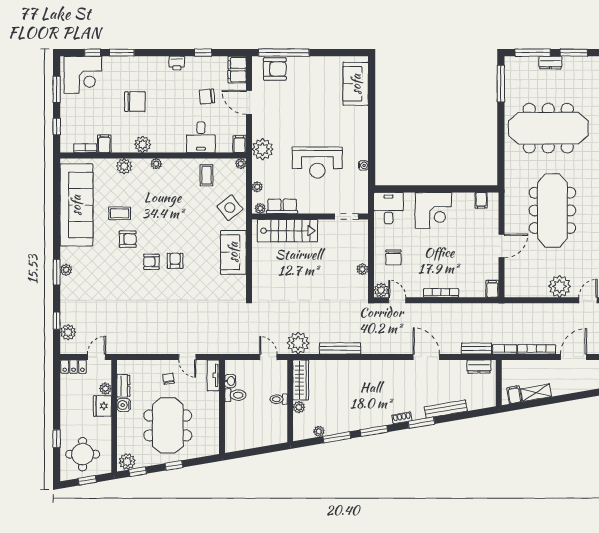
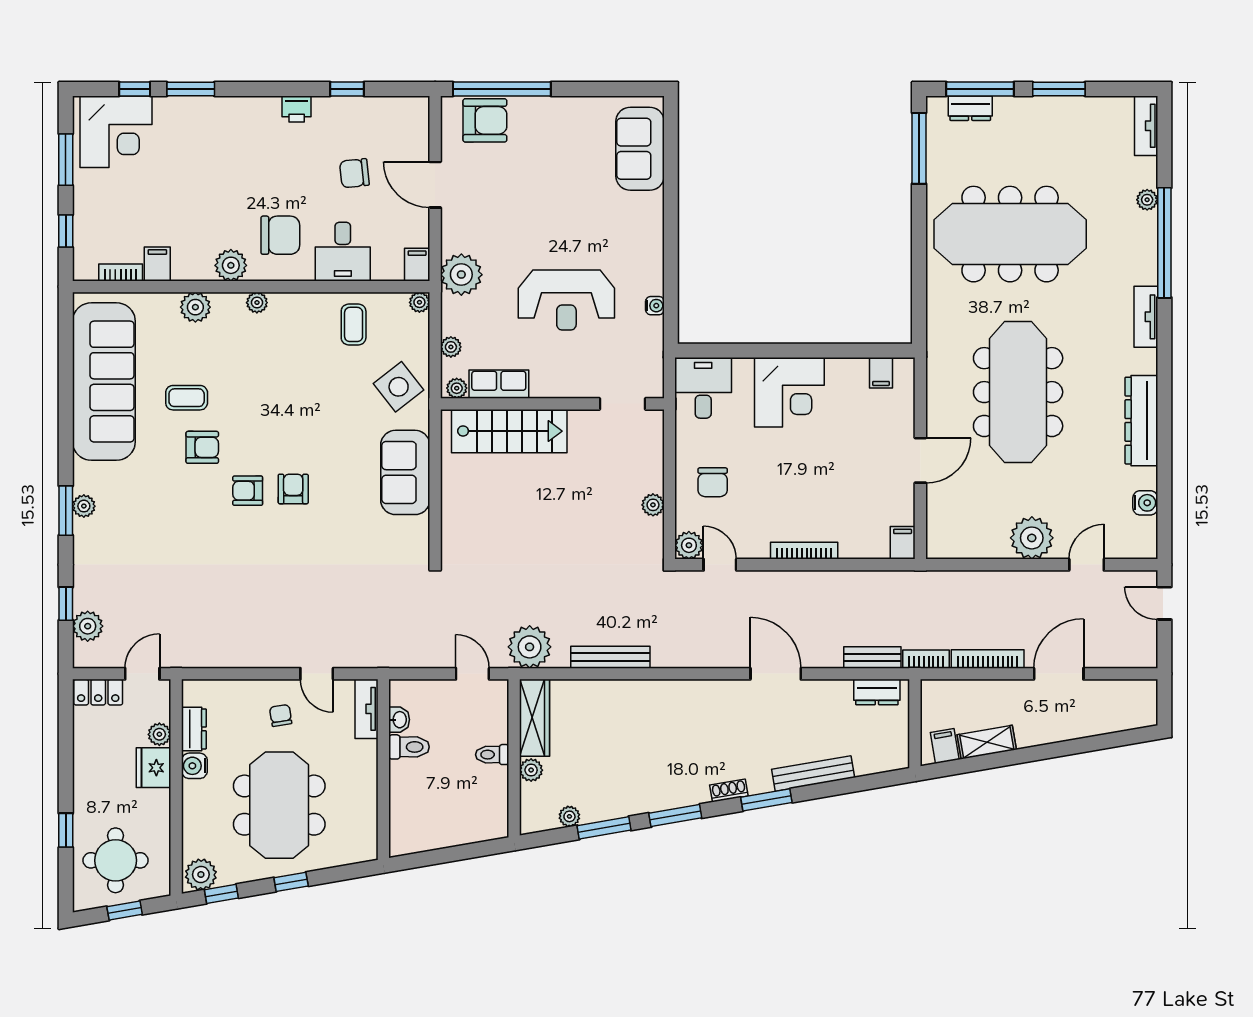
dresser: (550, 63) -> (970, 108), moved
filing cabinet: (237, 70) -> (412, 122), removed
chair: (135, 102) -> (280, 235), moved

